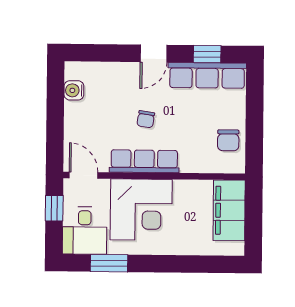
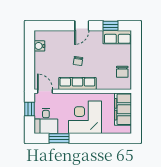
row of seats: (207, 75) -> (117, 37), width x0.68
corner desk: (141, 210) -> (85, 117), moved, turned 180

